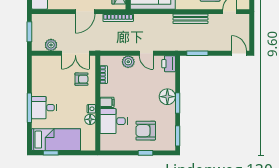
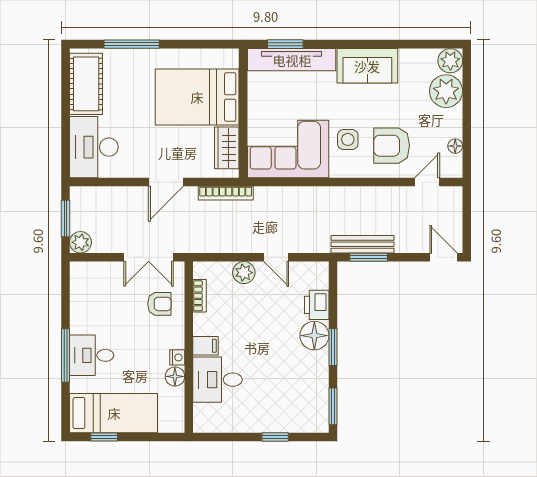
bench: (190, 19) -> (362, 244), moved
plant: (51, 45) -> (81, 242), moved
printer: (169, 64) -> (317, 305), moved
armchair: (146, 131) -> (275, 397), removed

